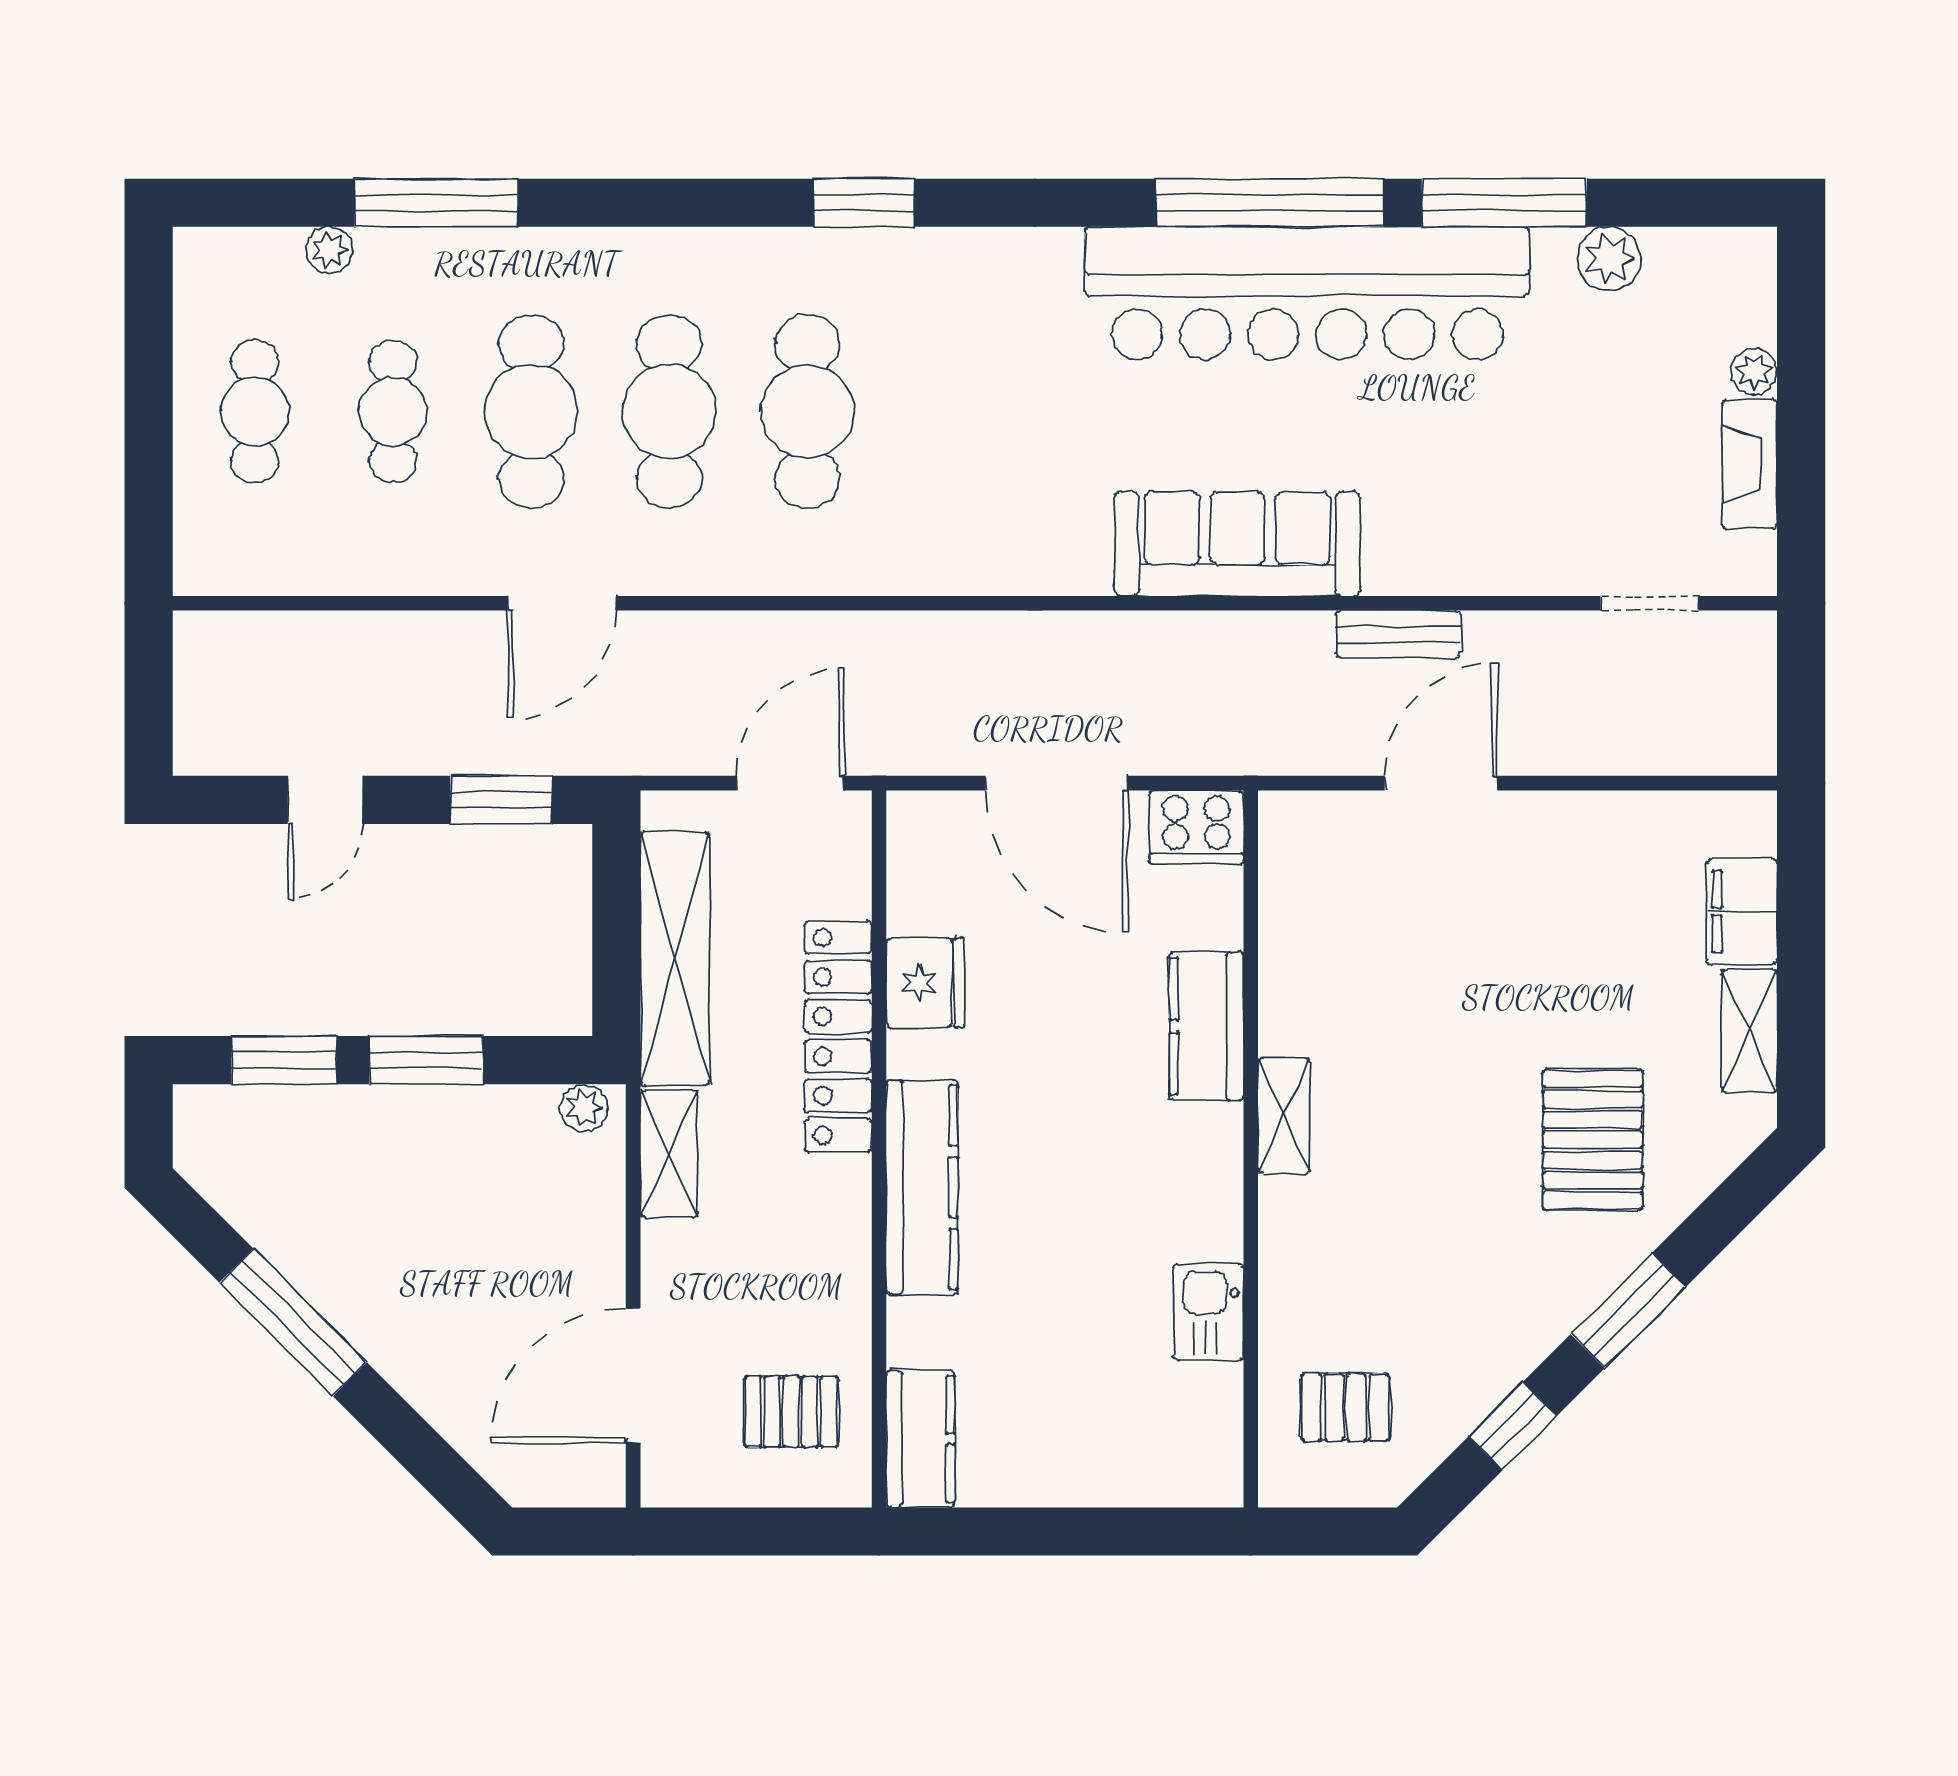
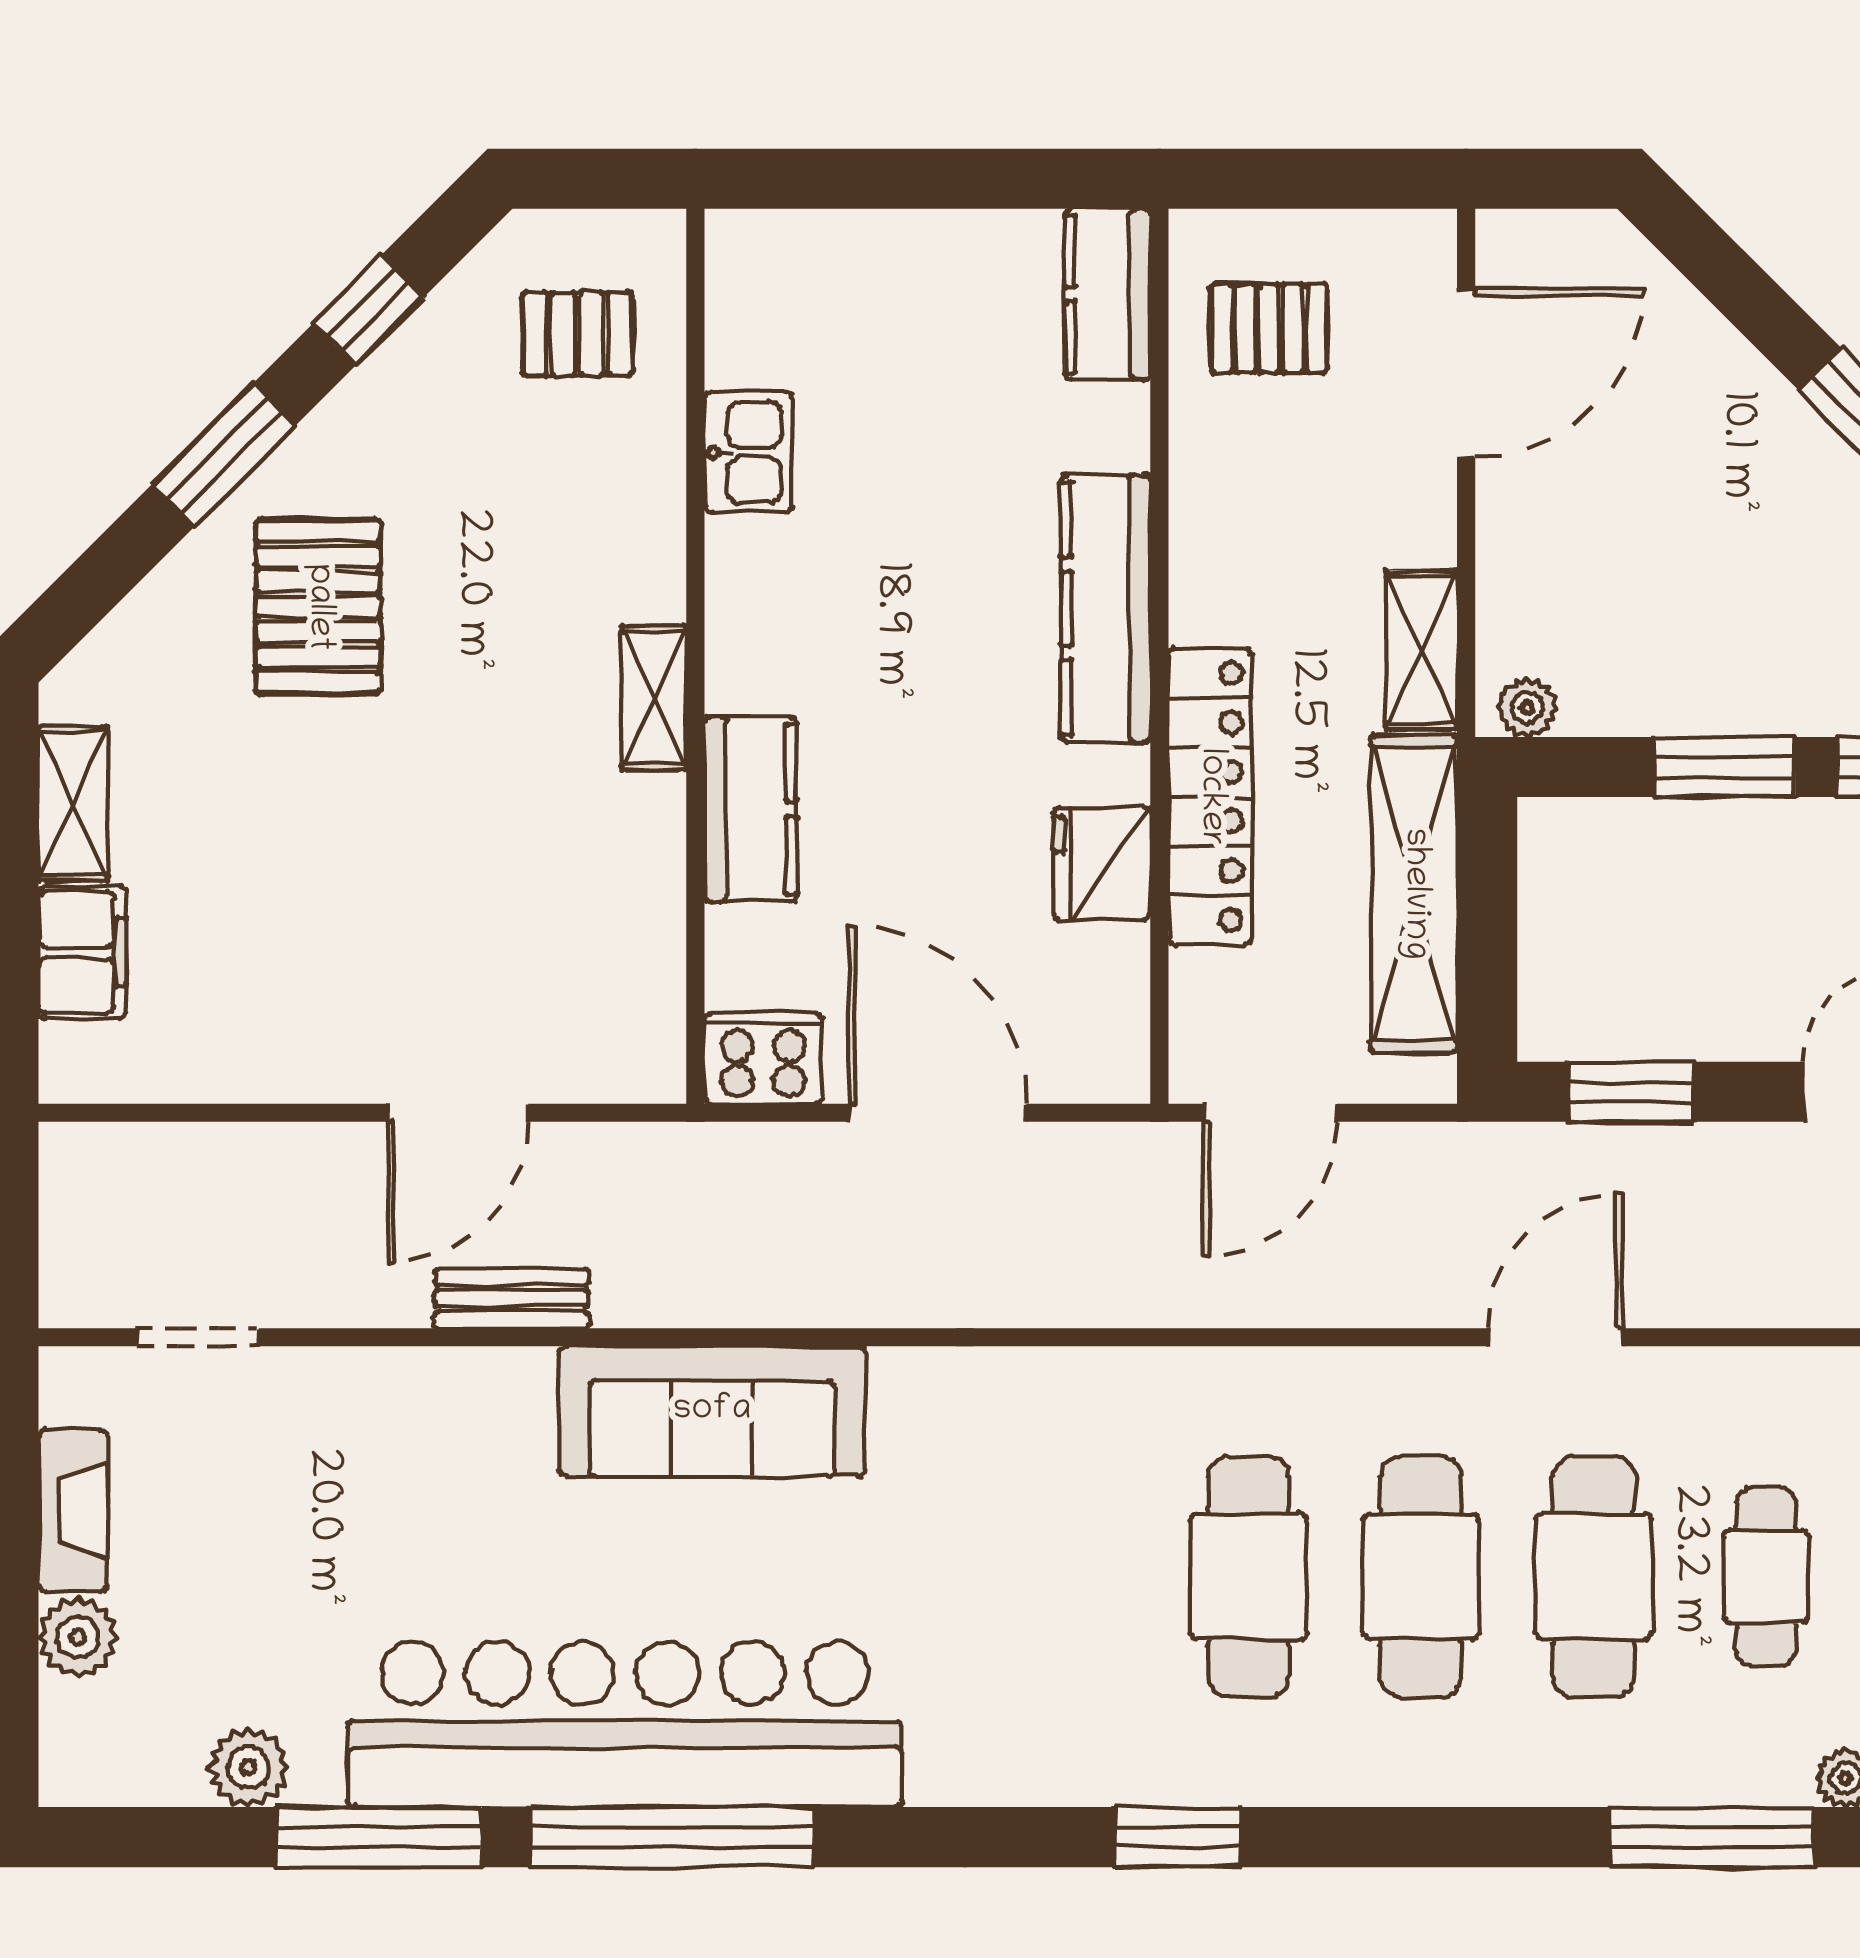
plant: (1754, 372) -> (78, 1637), width x1.38, depth x1.38
pallet: (1593, 1140) -> (318, 607), moved

